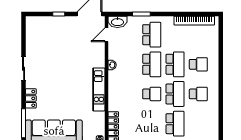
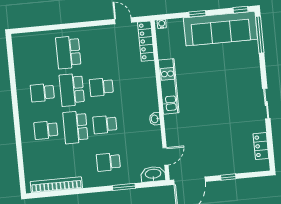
school desk: (152, 35) -> (108, 162), width x0.54
school desk: (152, 64) -> (105, 124), width x0.54
locker: (31, 98) -> (261, 146), moved

